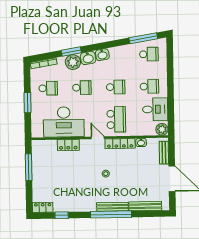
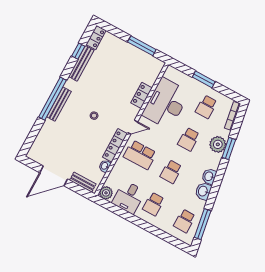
washbasin: (88, 58) -> (203, 191), moved
bench: (145, 206) -> (81, 63), moved

